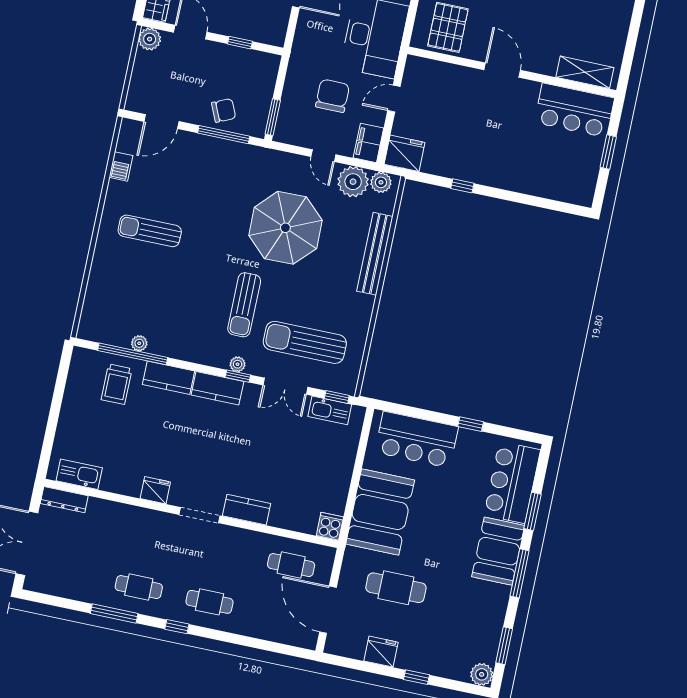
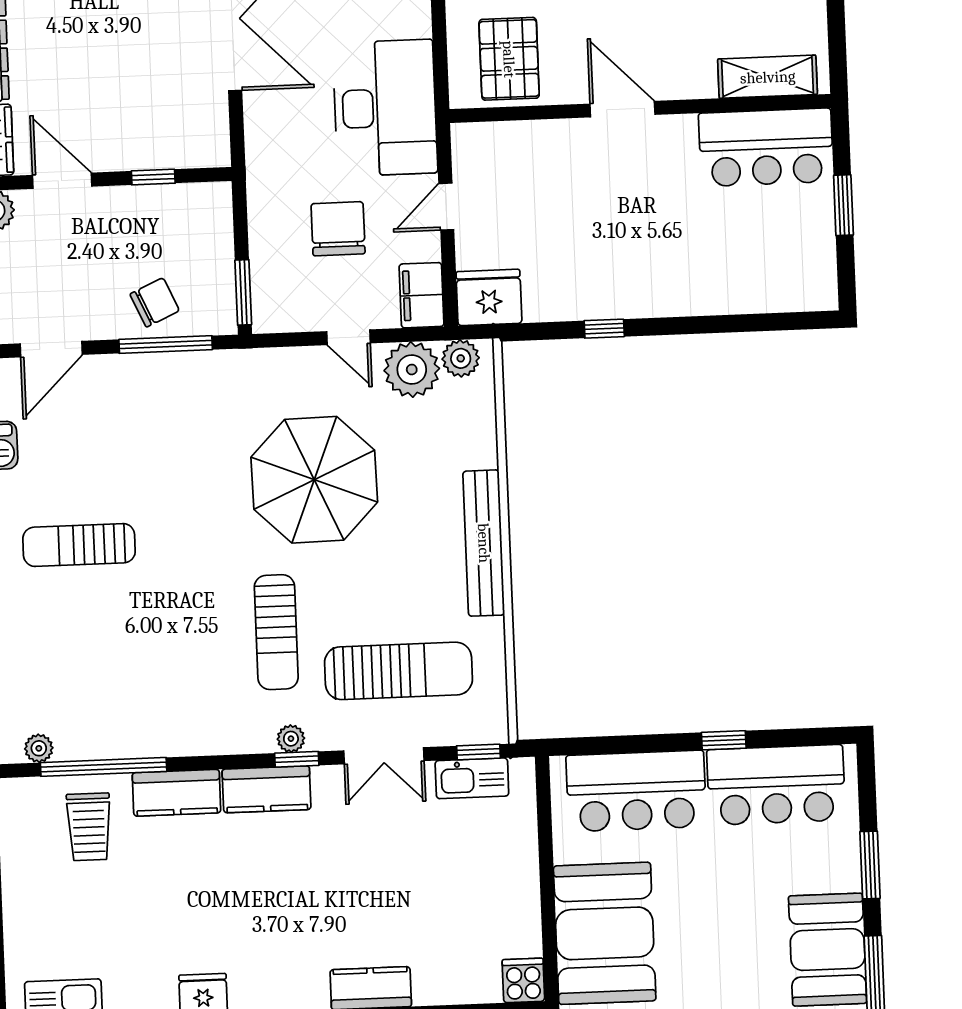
bench: (375, 254) -> (484, 543), moved
sun lounger: (305, 342) -> (399, 671), turned 180
plant: (139, 343) -> (39, 748), moved
bar counter: (512, 482) -> (776, 785), moved, turned -90

